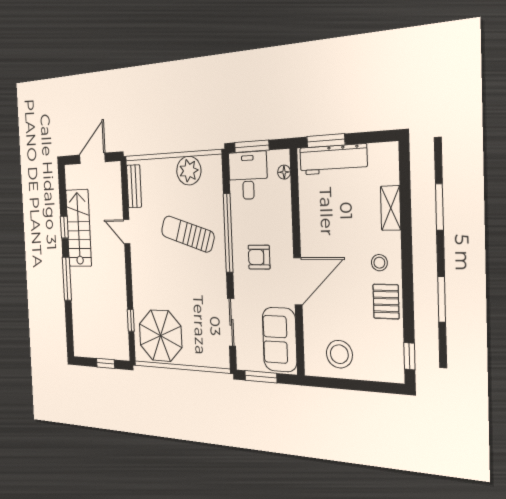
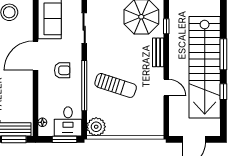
plant: (189, 171) -> (96, 127), moved
bench: (134, 186) -> (158, 52), moved
stairs: (79, 228) -> (205, 67), width x1.86, depth x1.51

